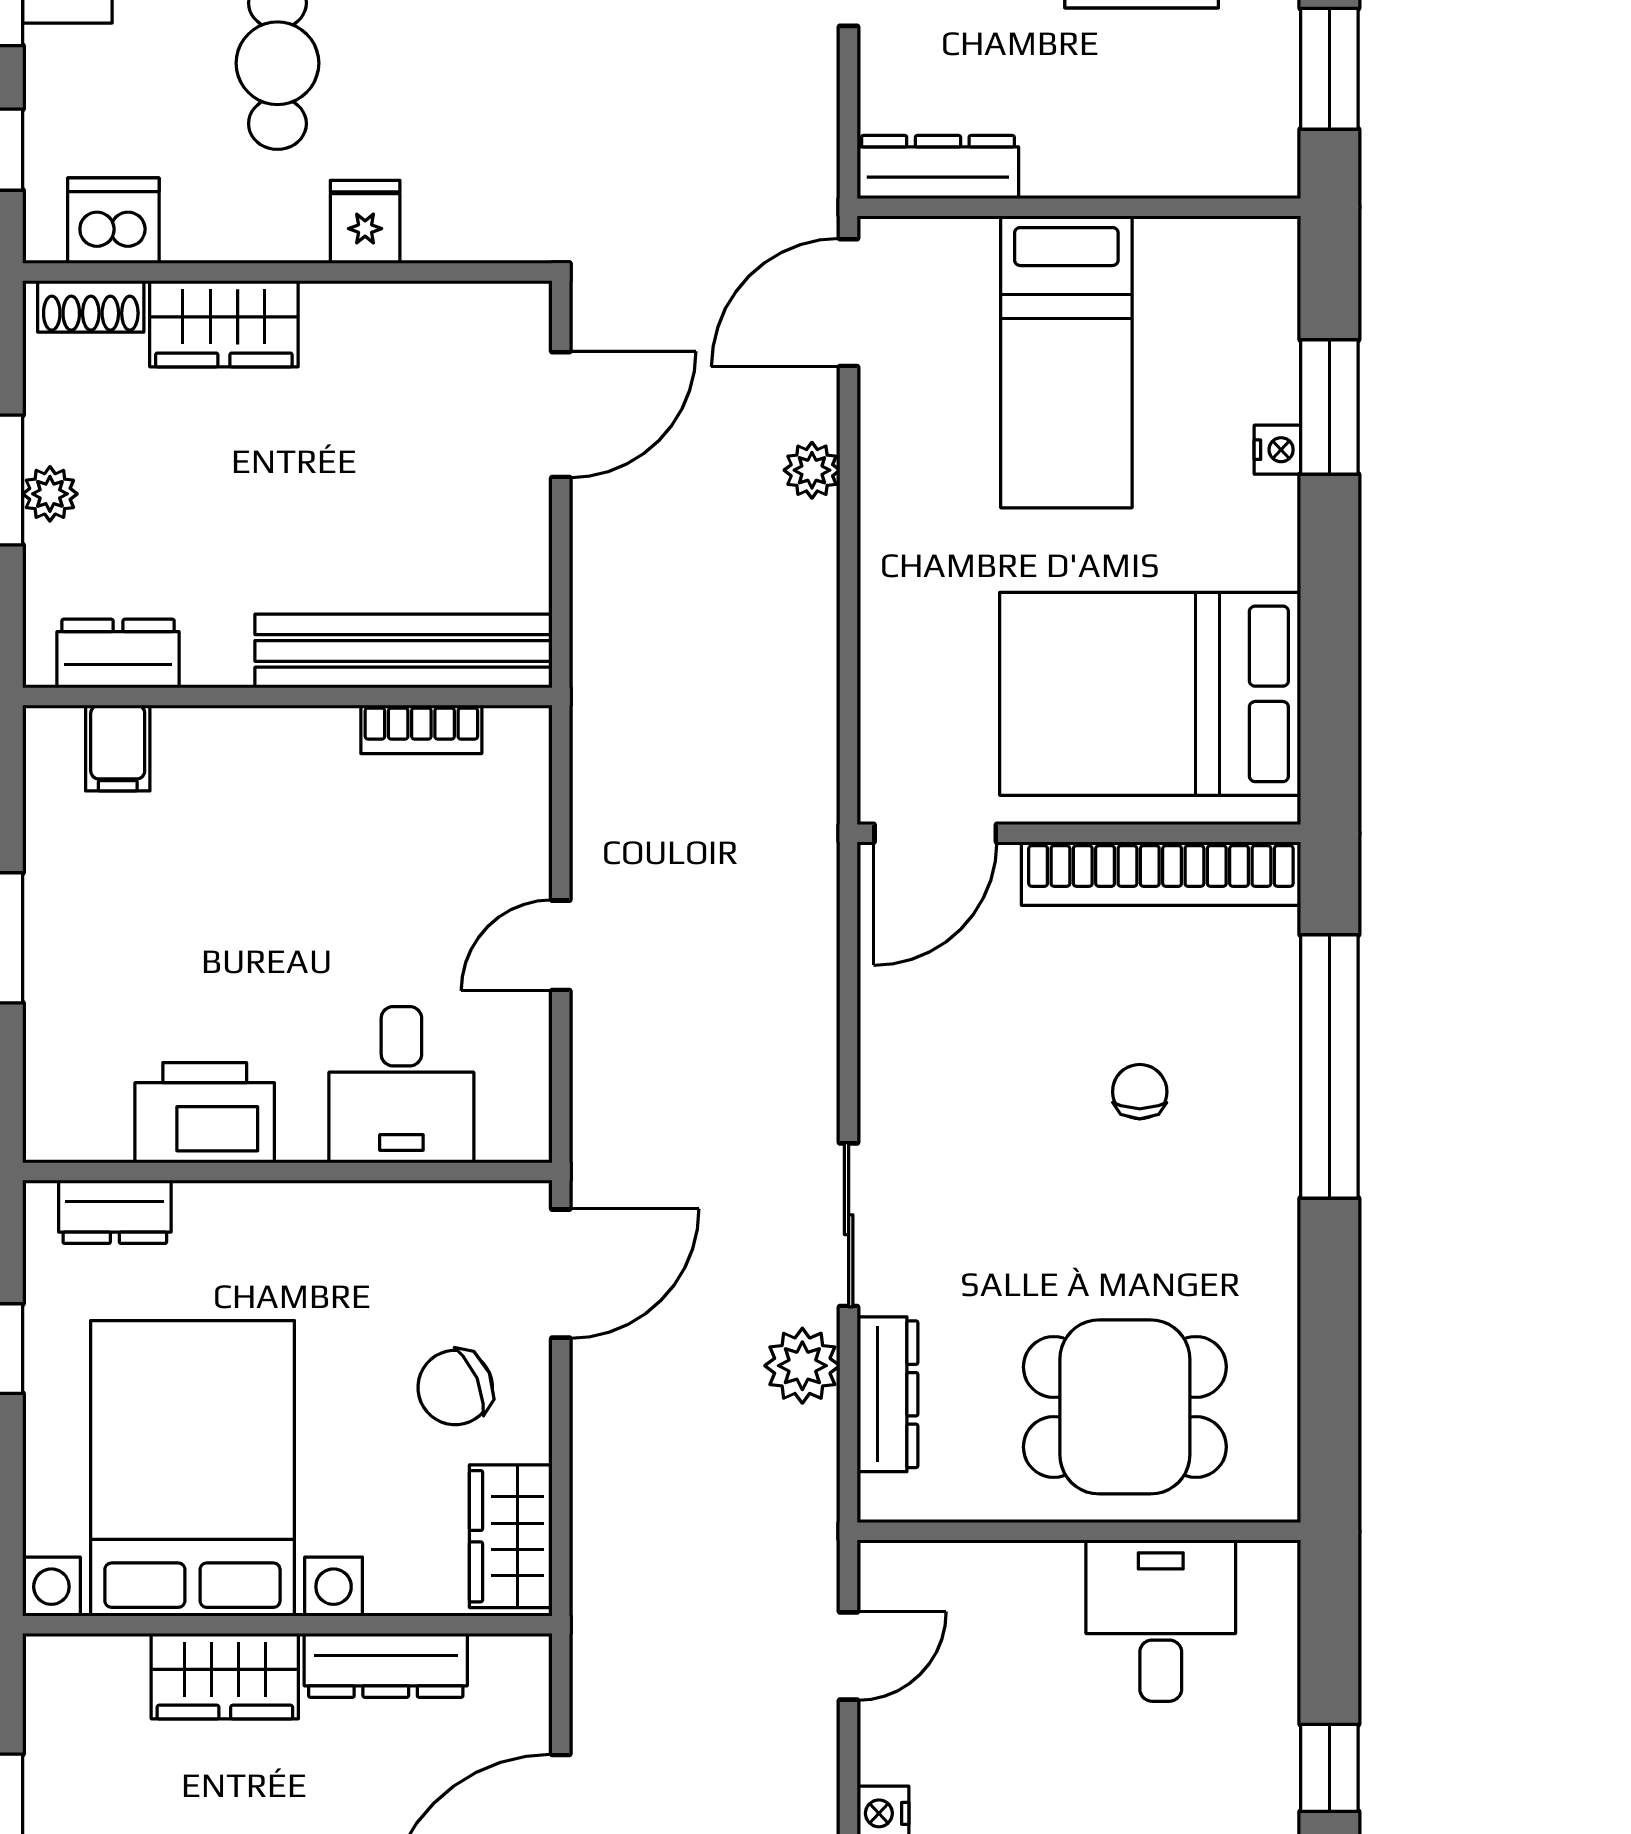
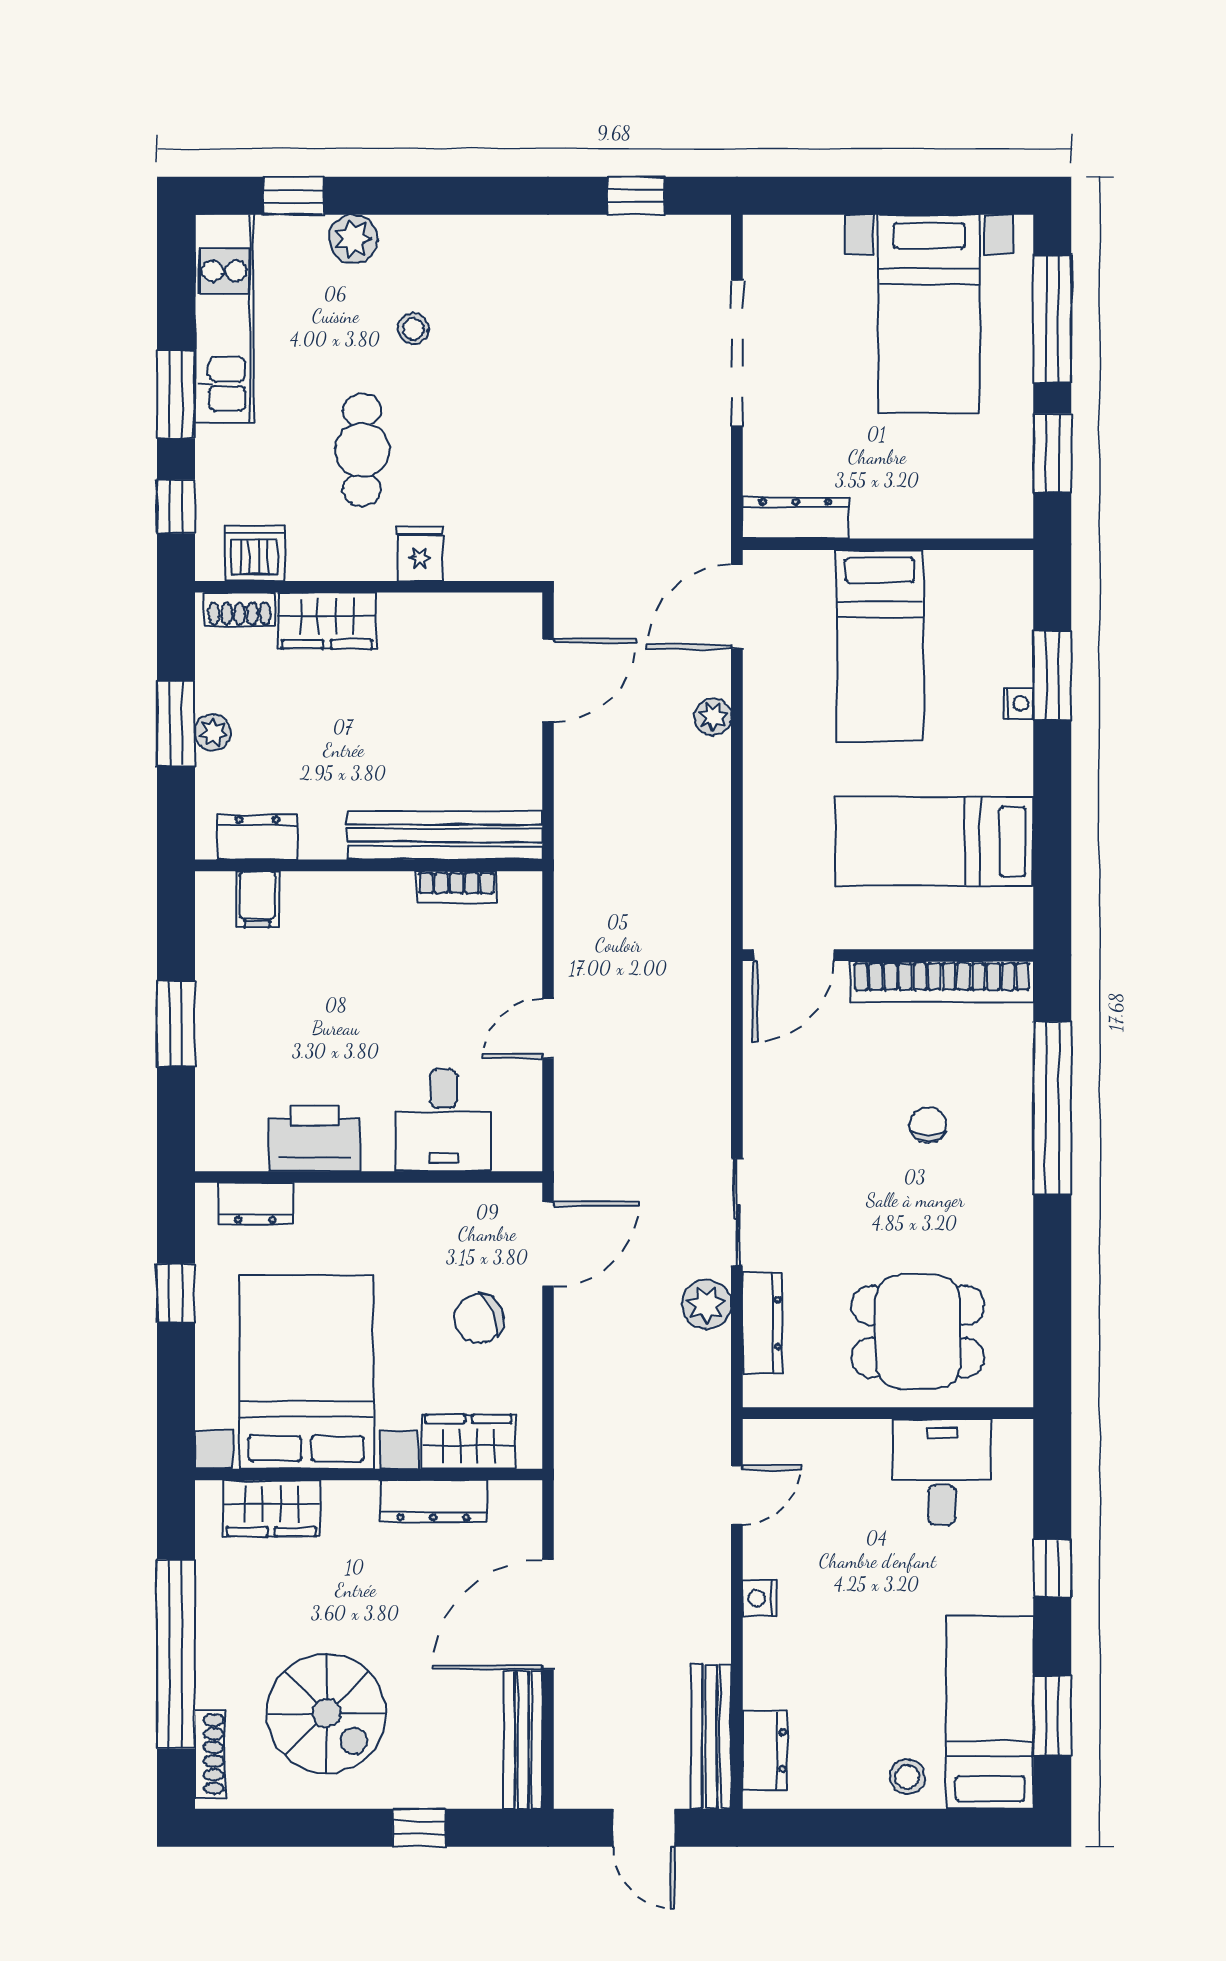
bed: (1150, 694) -> (935, 841), width x0.67
wardrobe: (511, 1536) -> (468, 1442), moved, turned 90
wardrobe: (225, 1676) -> (271, 1508), moved

